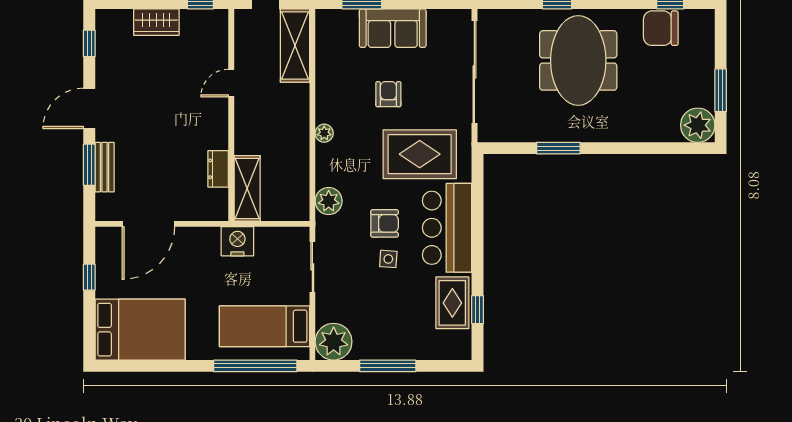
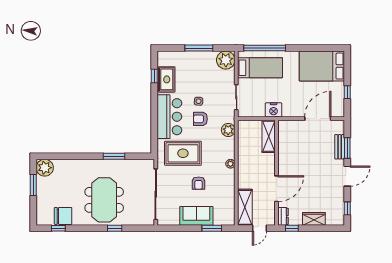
door: (231, 83) -> (277, 189), width x1.87
dresser: (218, 169) -> (283, 216), moved

